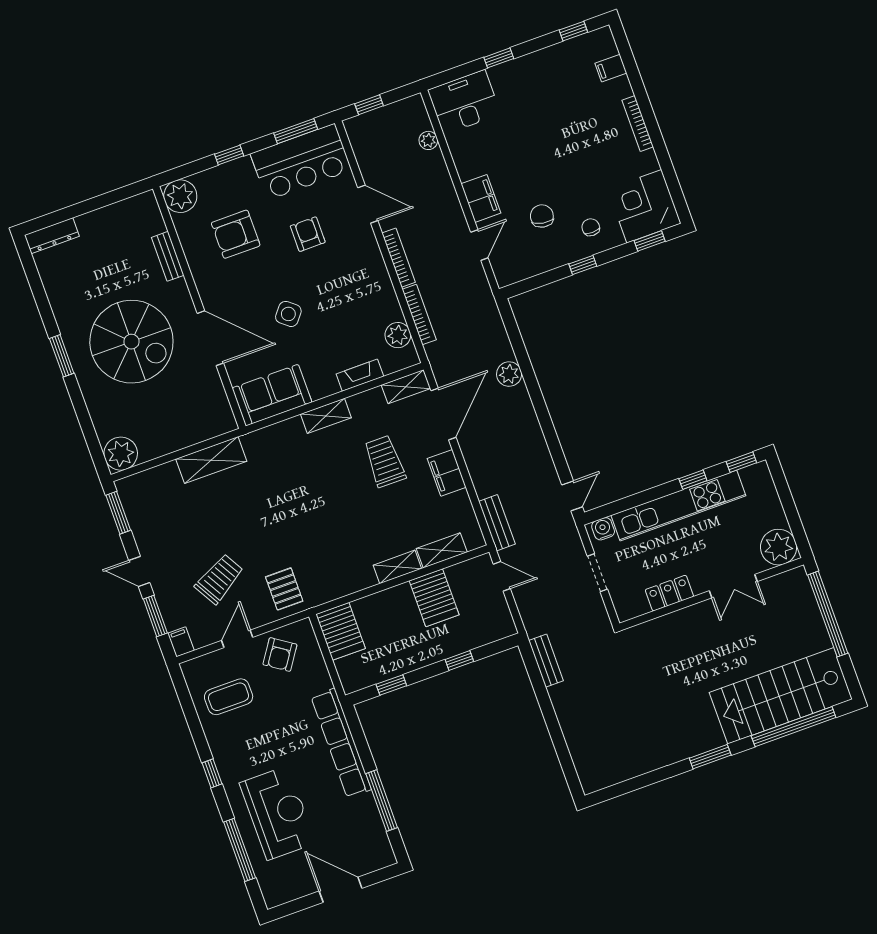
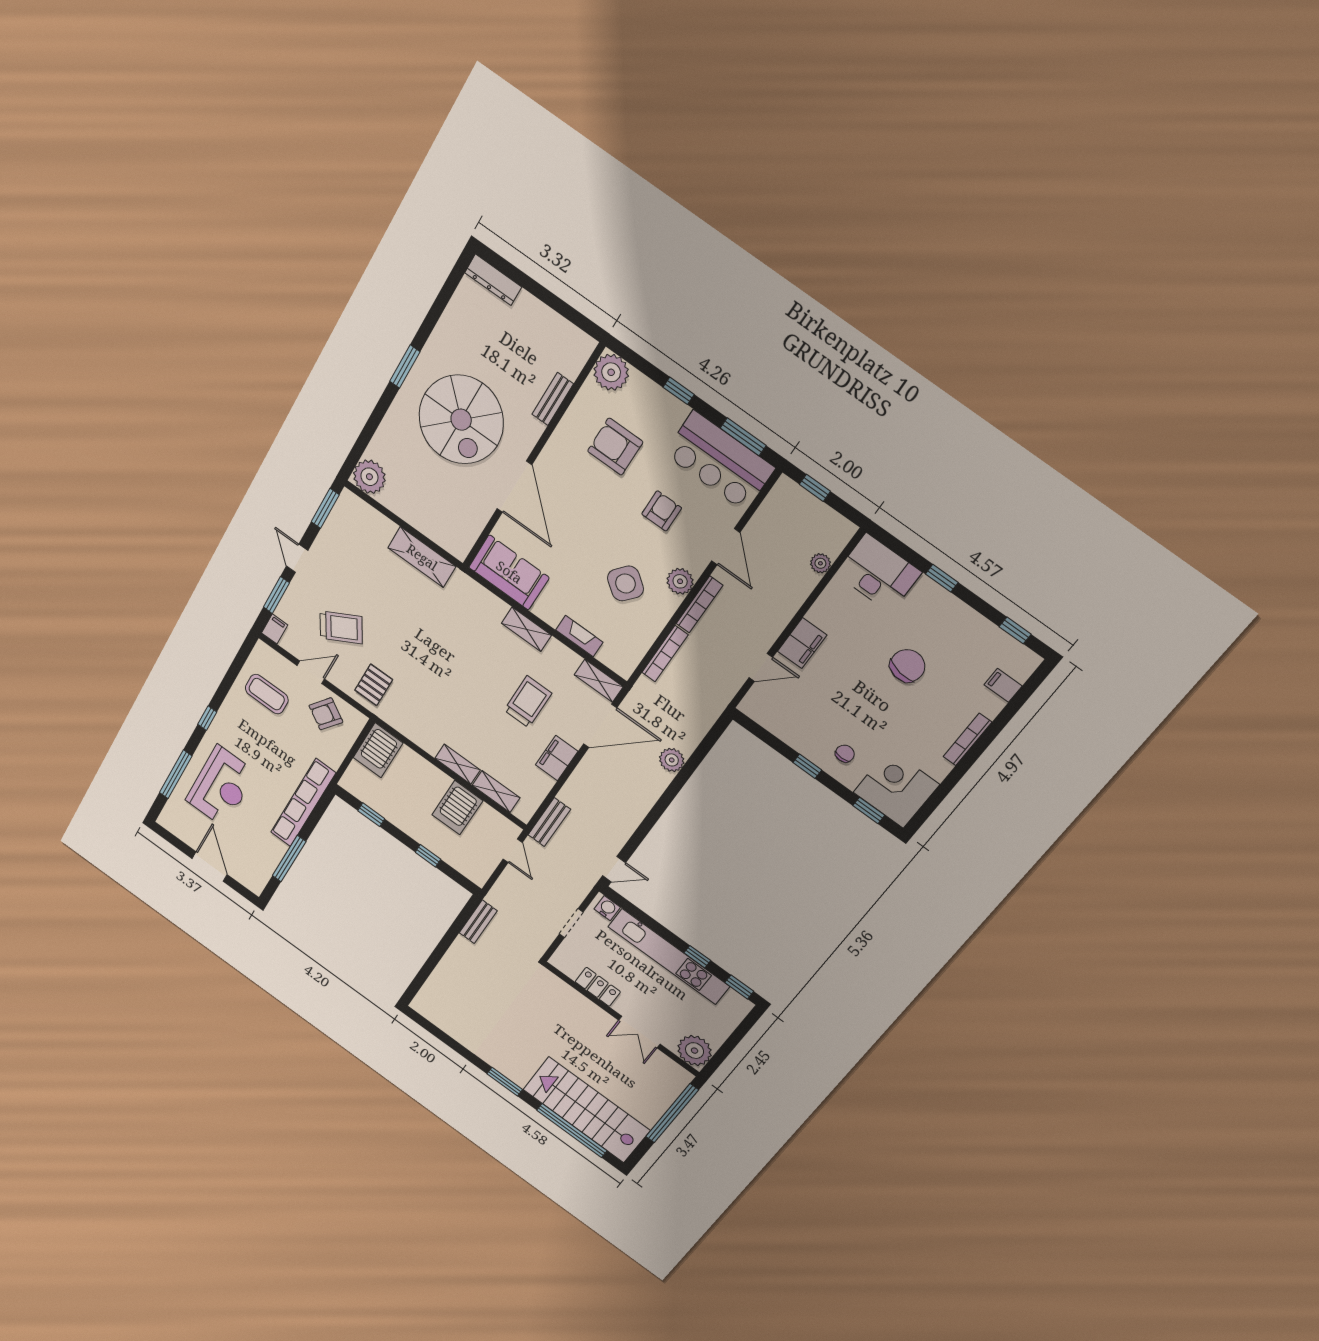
chair: (542, 216) -> (907, 666), moved, width x1.37, depth x1.37
side table: (288, 314) -> (625, 583), moved, width x1.37, depth x1.37
plant: (398, 335) -> (680, 581), moved

